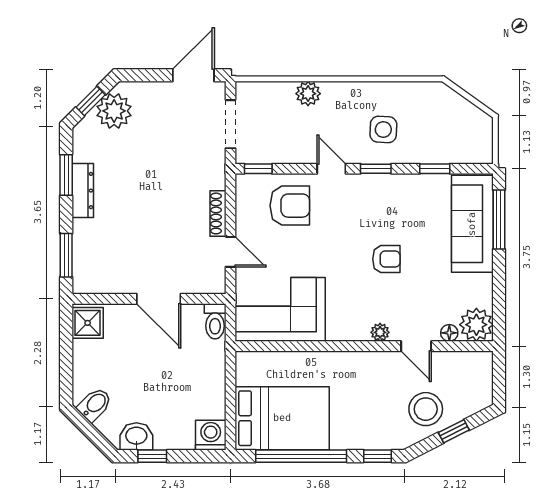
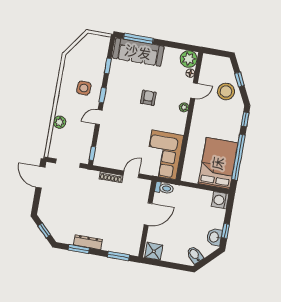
plant: (114, 111) -> (51, 220), removed
armchair: (290, 206) -> (113, 141), removed

